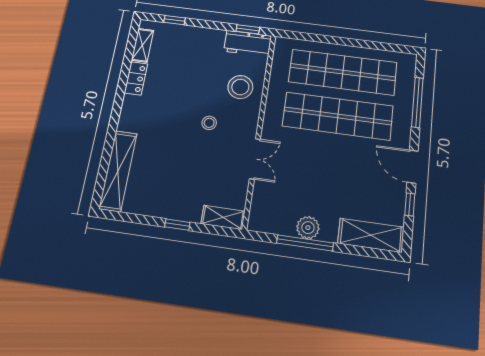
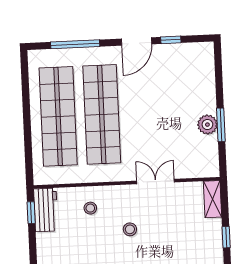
stool: (240, 87) -> (90, 208), width x0.53, depth x0.53
shelving: (371, 235) -> (204, 70), removed
window: (305, 243) -> (221, 125), width x0.69

